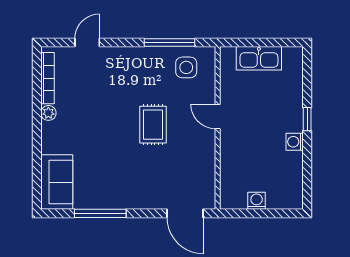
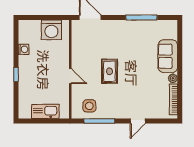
door: (87, 43) -> (138, 121), moved
washing machine: (295, 142) -> (24, 49), moved
sofa: (57, 182) -> (168, 56), moved
washing machine: (257, 201) -> (51, 30), width x1.89, depth x1.89

